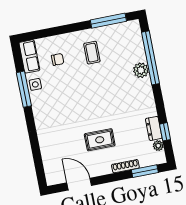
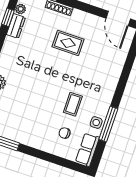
coffee table: (92, 53) -> (73, 104), moved
door: (79, 184) -> (118, 19), moved

